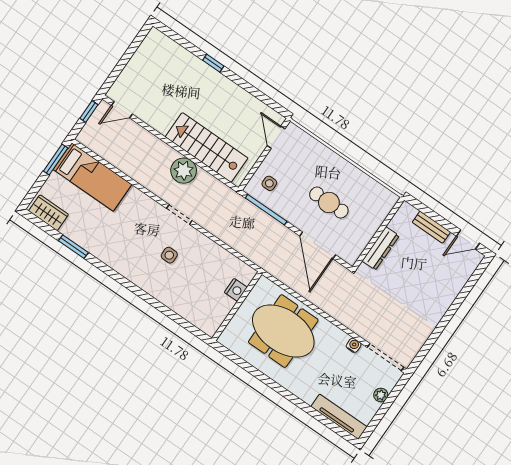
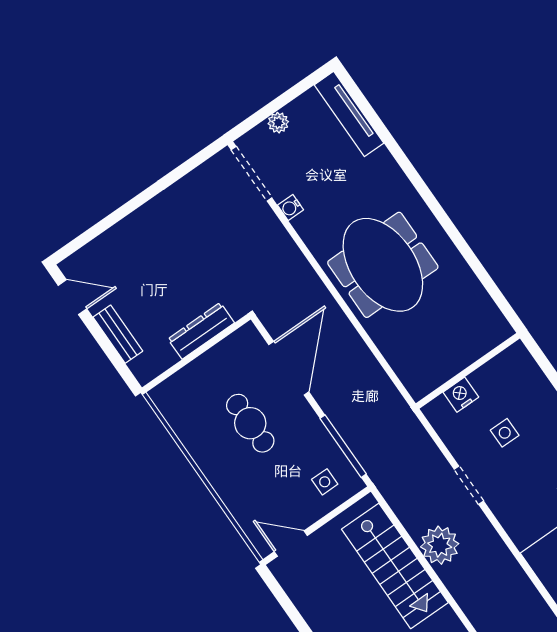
door: (276, 137) -> (291, 544), swing flipped
nightstand: (236, 290) -> (461, 395), moved
wall: (237, 306) -> (468, 371), moved

